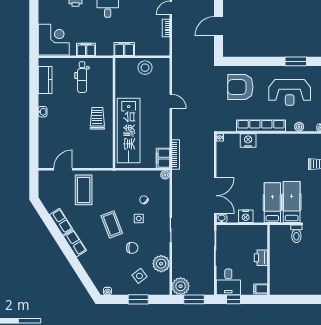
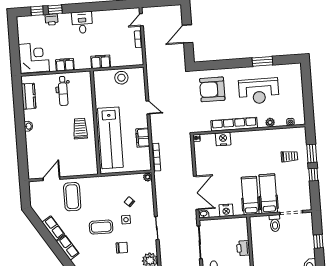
filing cabinet: (163, 158) -> (143, 138), moved
coffee table: (112, 224) -> (101, 227), turned -69

